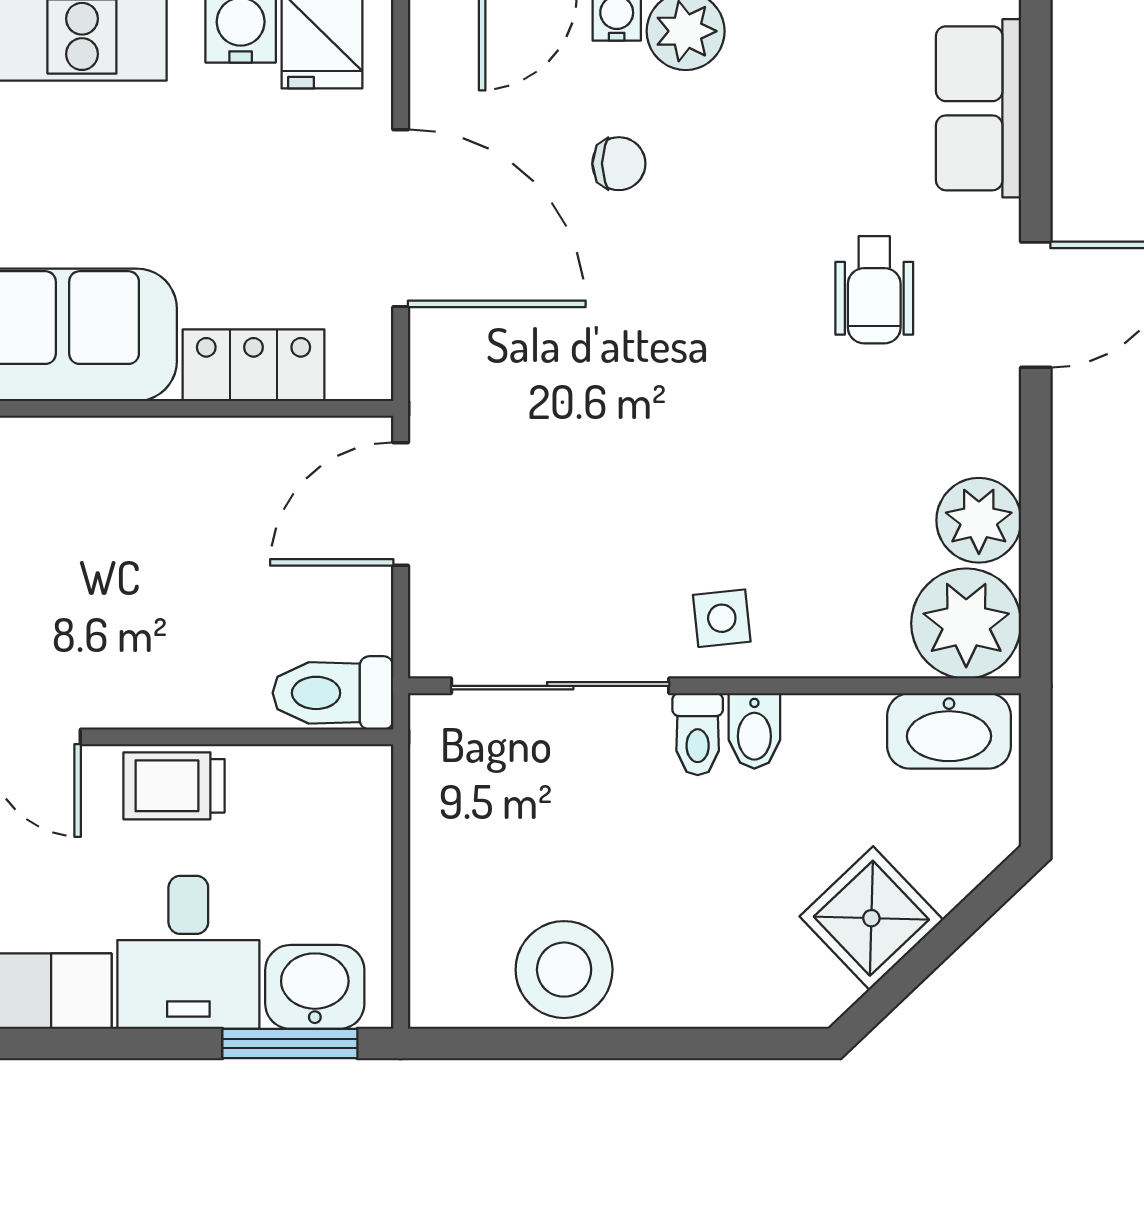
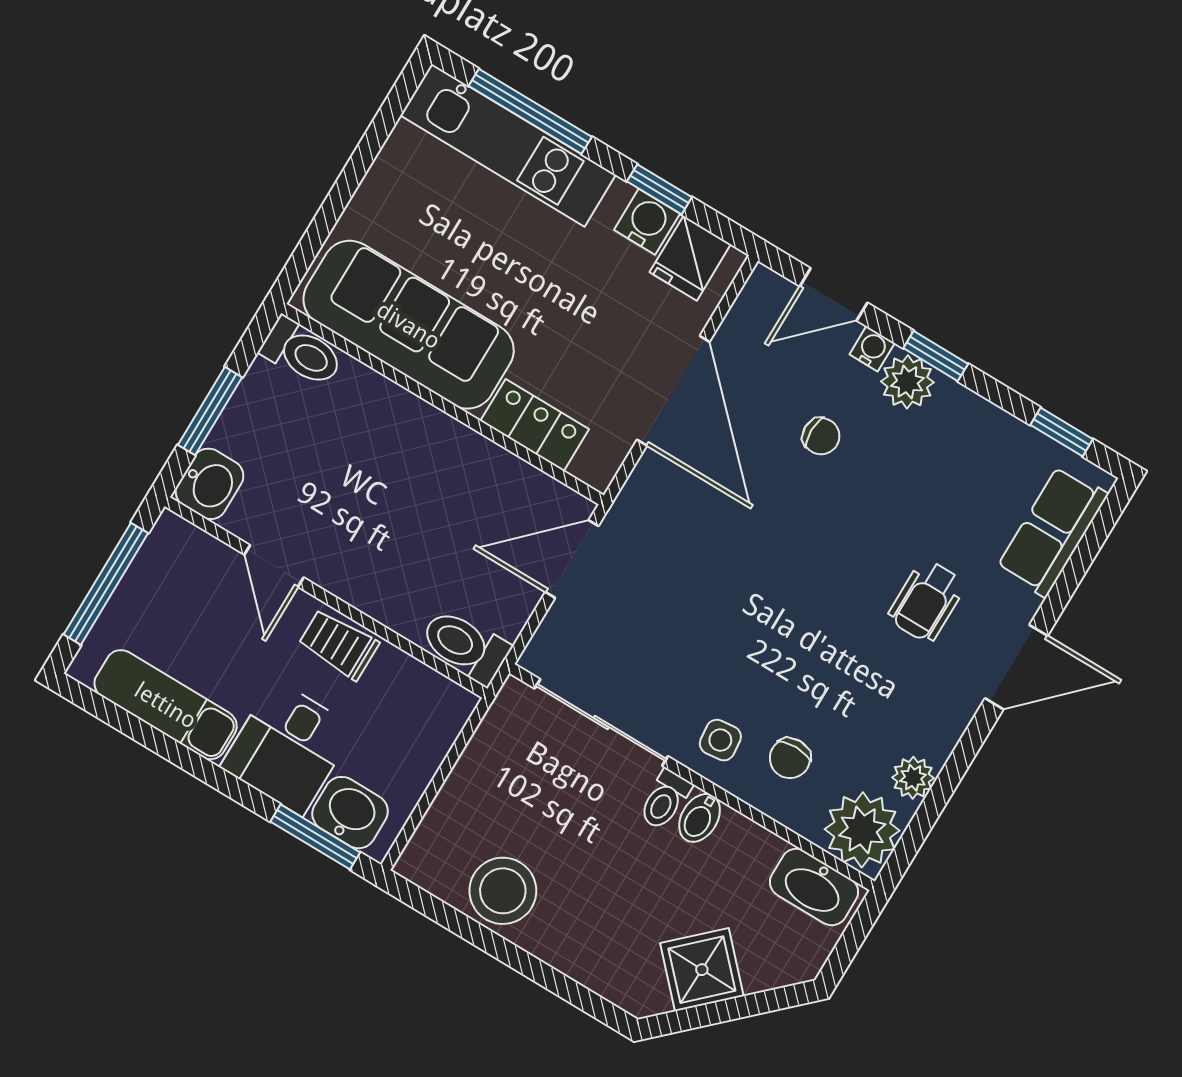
plant: (979, 520) -> (913, 778), width x0.73, depth x0.73
chair: (822, 588) -> (790, 758), added

